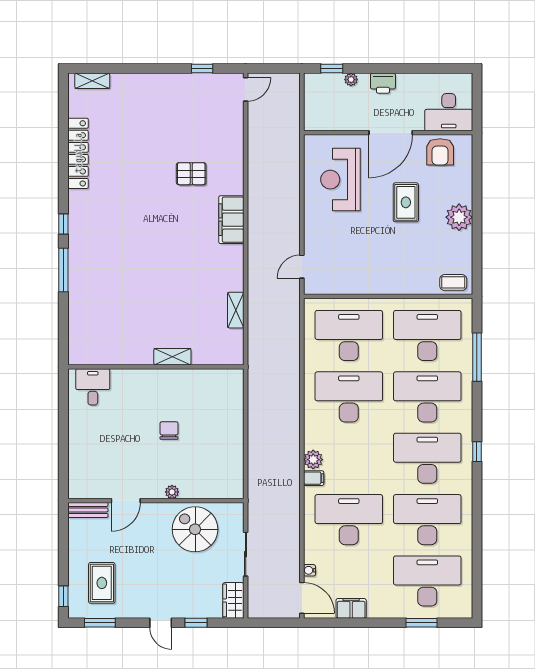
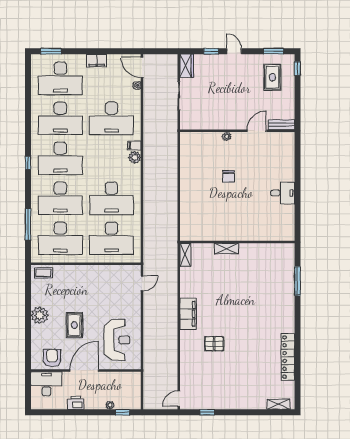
printer: (383, 83) -> (76, 403), moved
window: (63, 224) -> (297, 311), removed
shelving: (172, 357) -> (226, 249), moved
wall: (156, 367) -> (237, 242), moved
desk: (93, 387) -> (283, 193), moved, turned -90
spiral stairs: (195, 529) -> (212, 112), removed
filing cabinet: (351, 608) -> (97, 61), moved
window: (422, 623) -> (51, 51), moved

